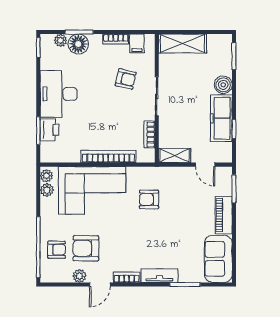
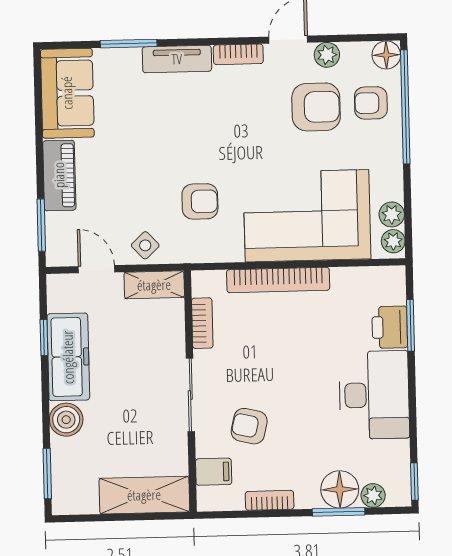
filing cabinet: (137, 43) -> (214, 472), moved, turned 90
side table: (179, 177) -> (145, 245), added
floor lamp: (48, 275) -> (386, 55), added

